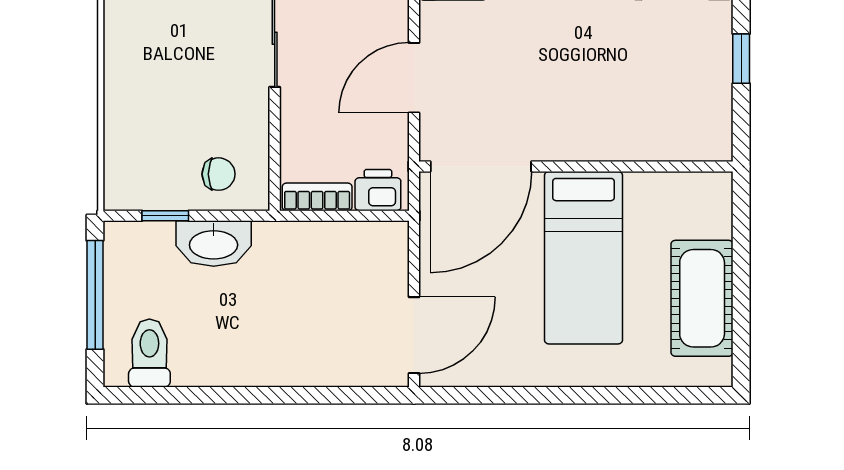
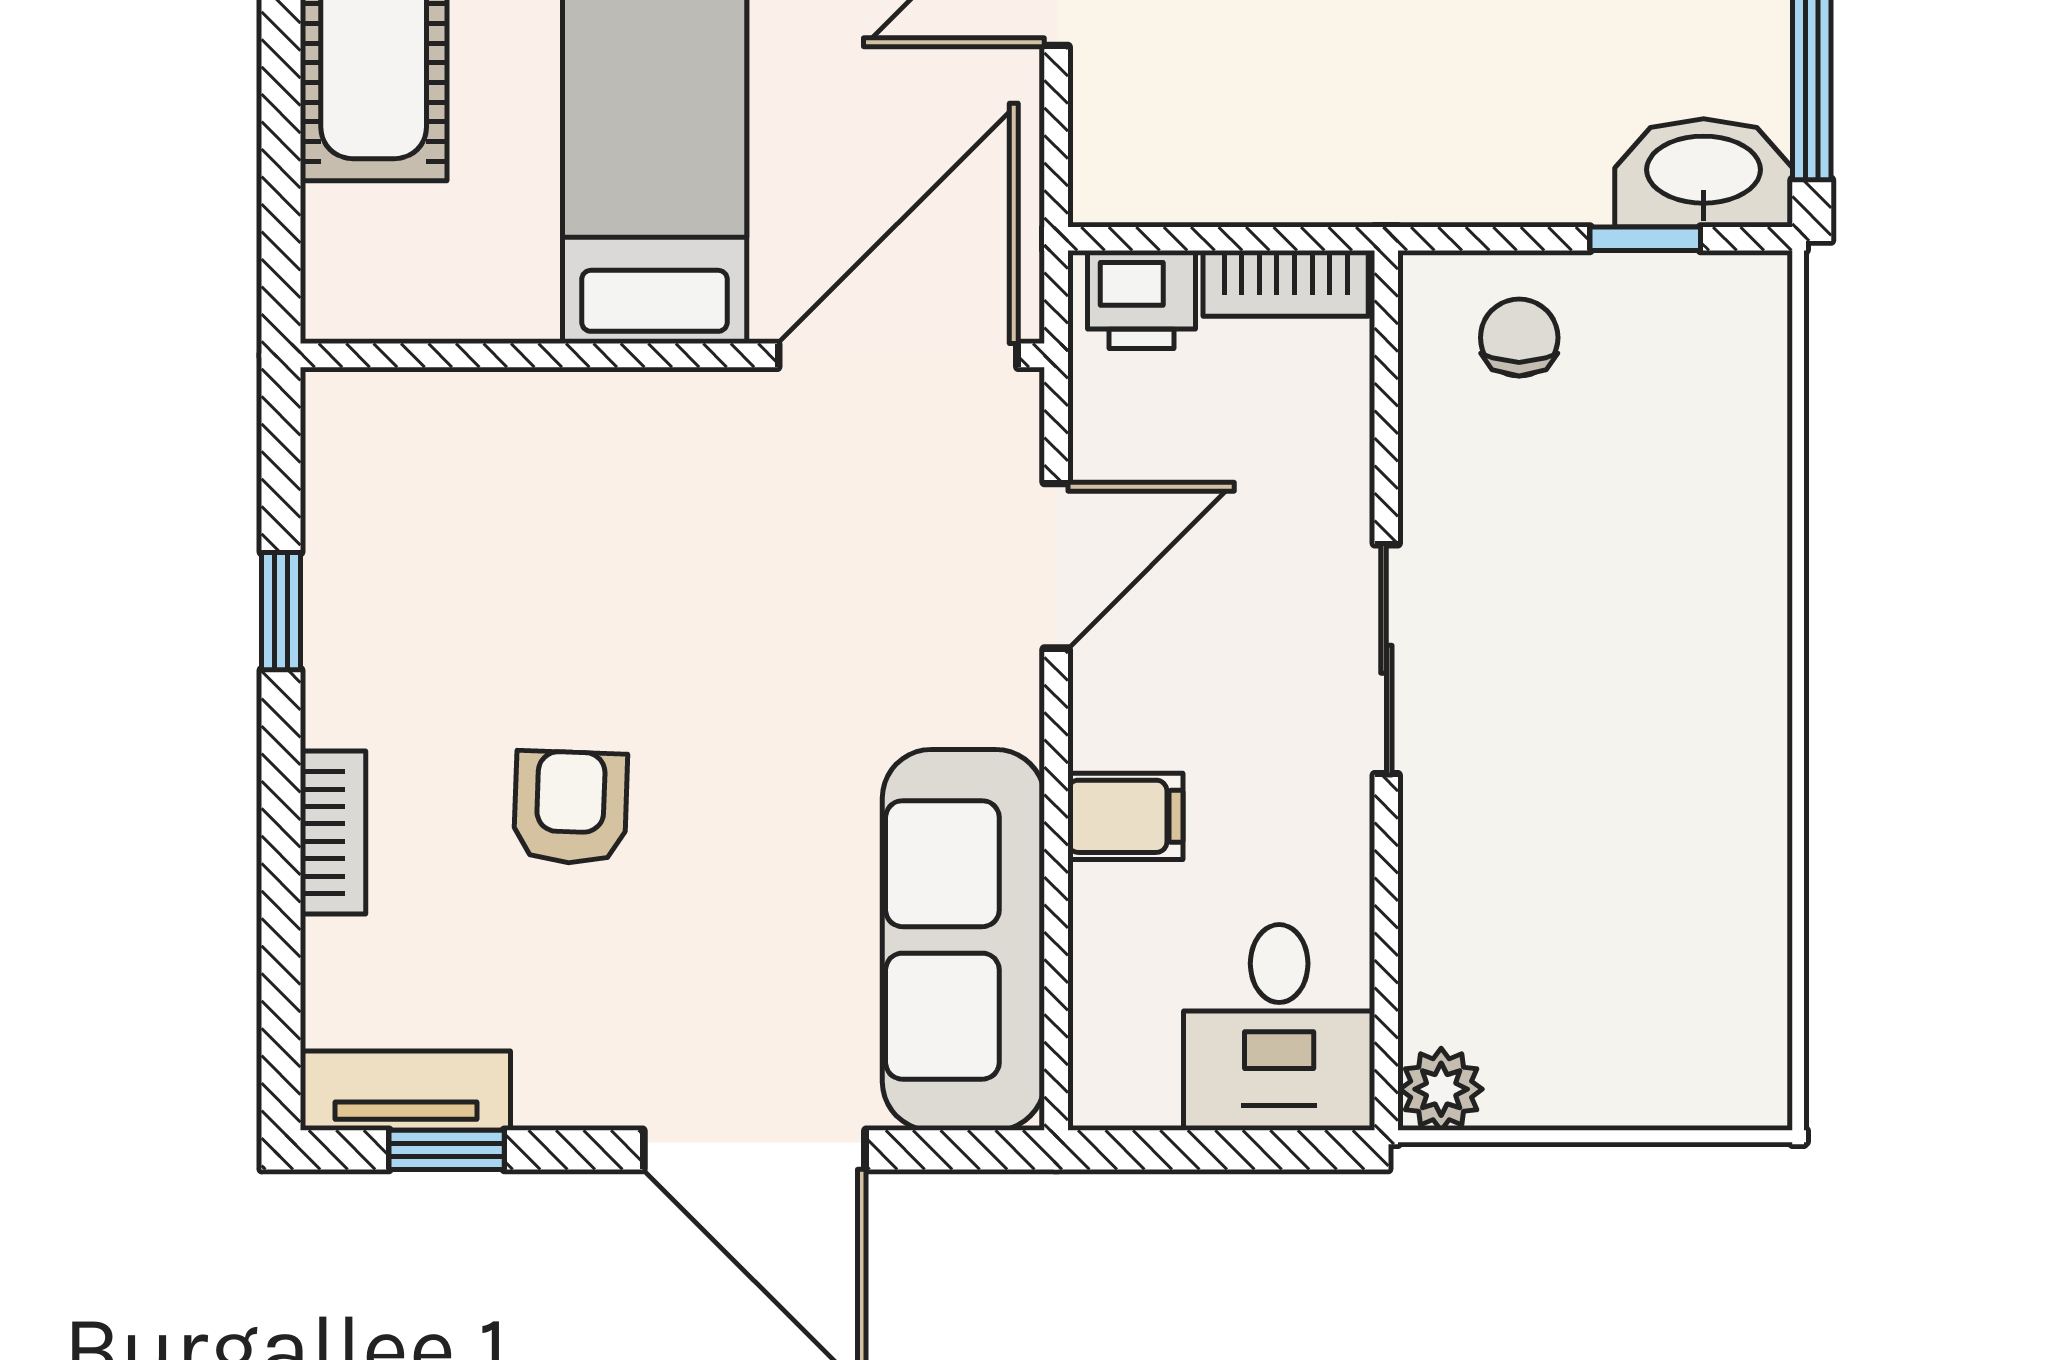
chair: (219, 174) -> (1519, 338), turned 90
washbasin: (214, 244) -> (1704, 173), moved

